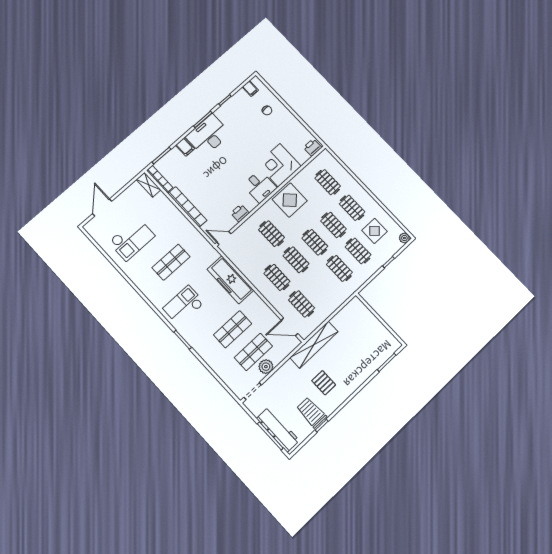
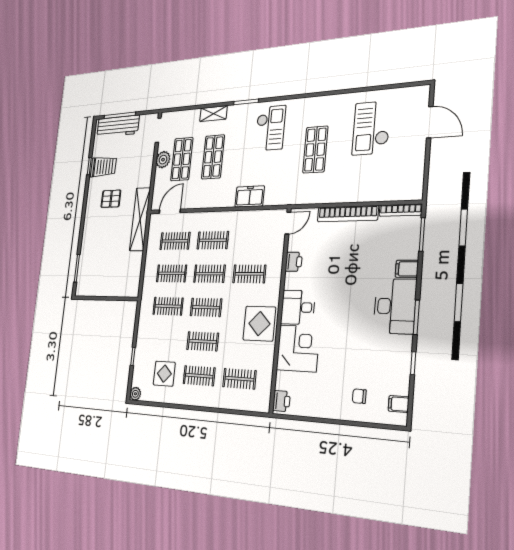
shelving: (149, 185) -> (213, 114), moved
clothes rail: (358, 251) -> (172, 273), moved
freezer: (230, 280) -> (250, 196), width x0.52, depth x0.79

